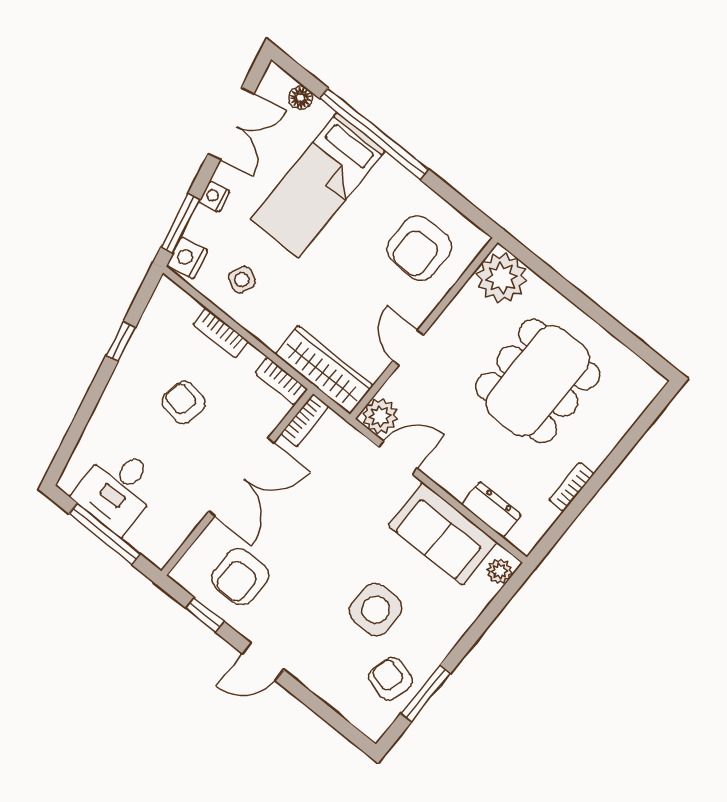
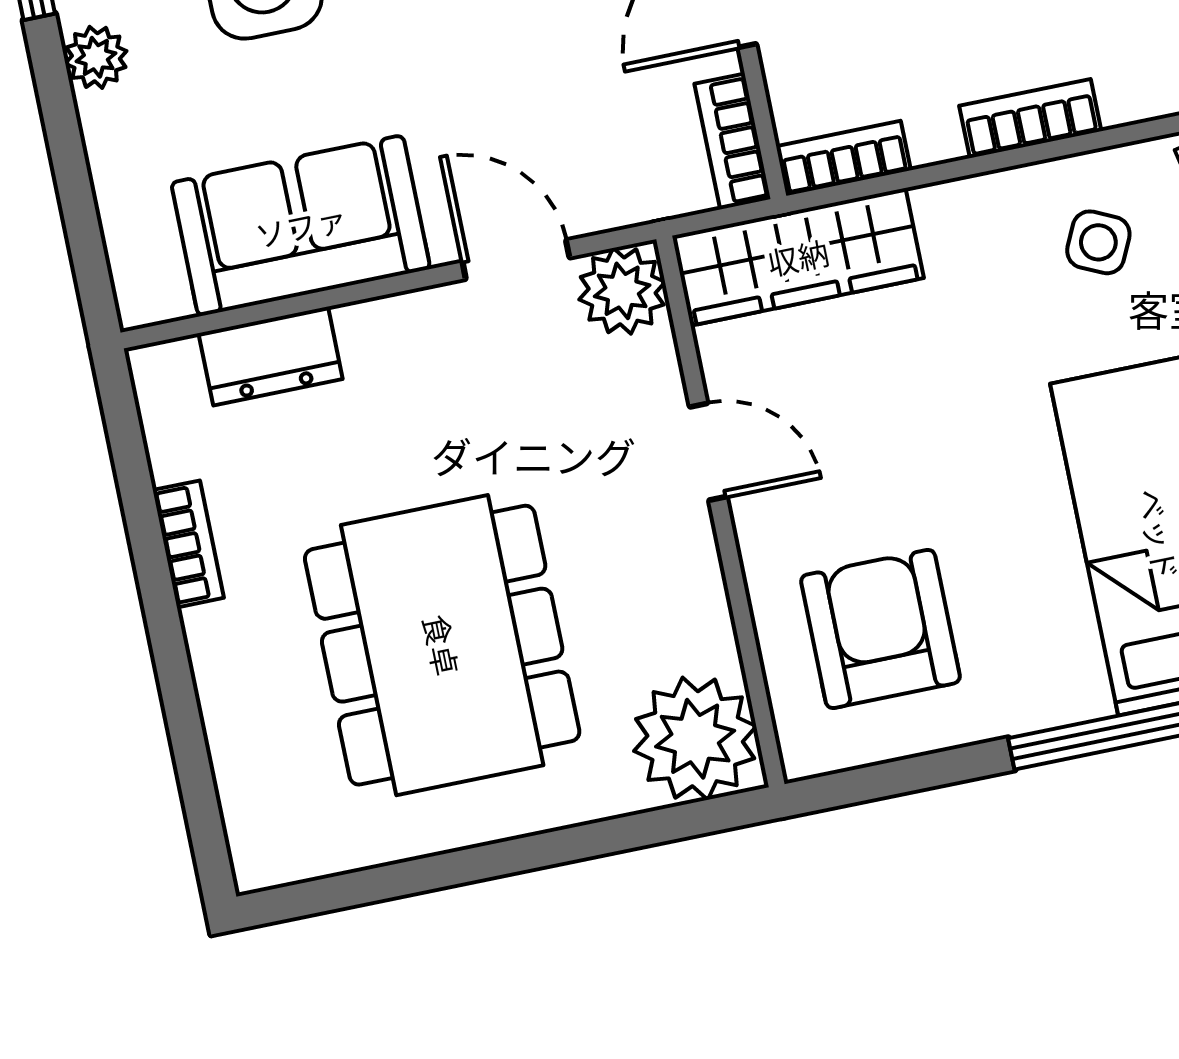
door: (398, 458) -> (516, 260), swing flipped
plant: (499, 571) -> (96, 57), moved

